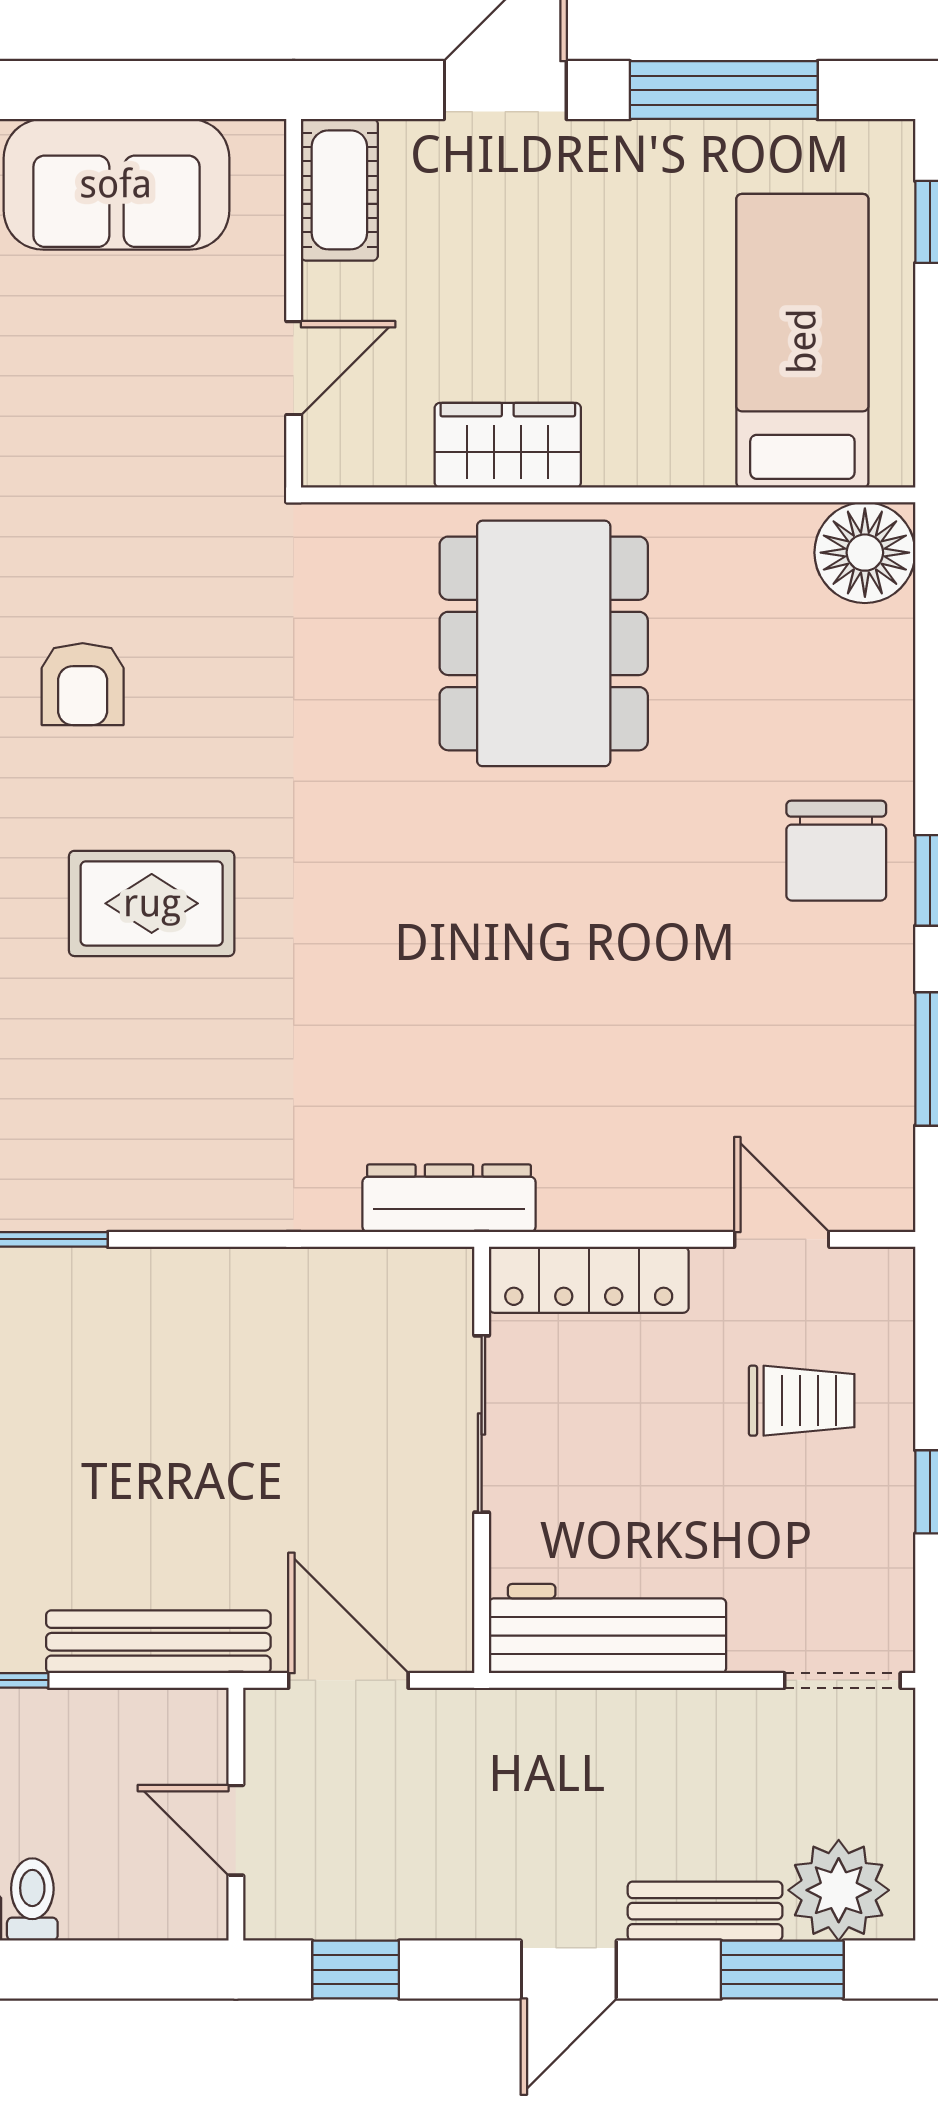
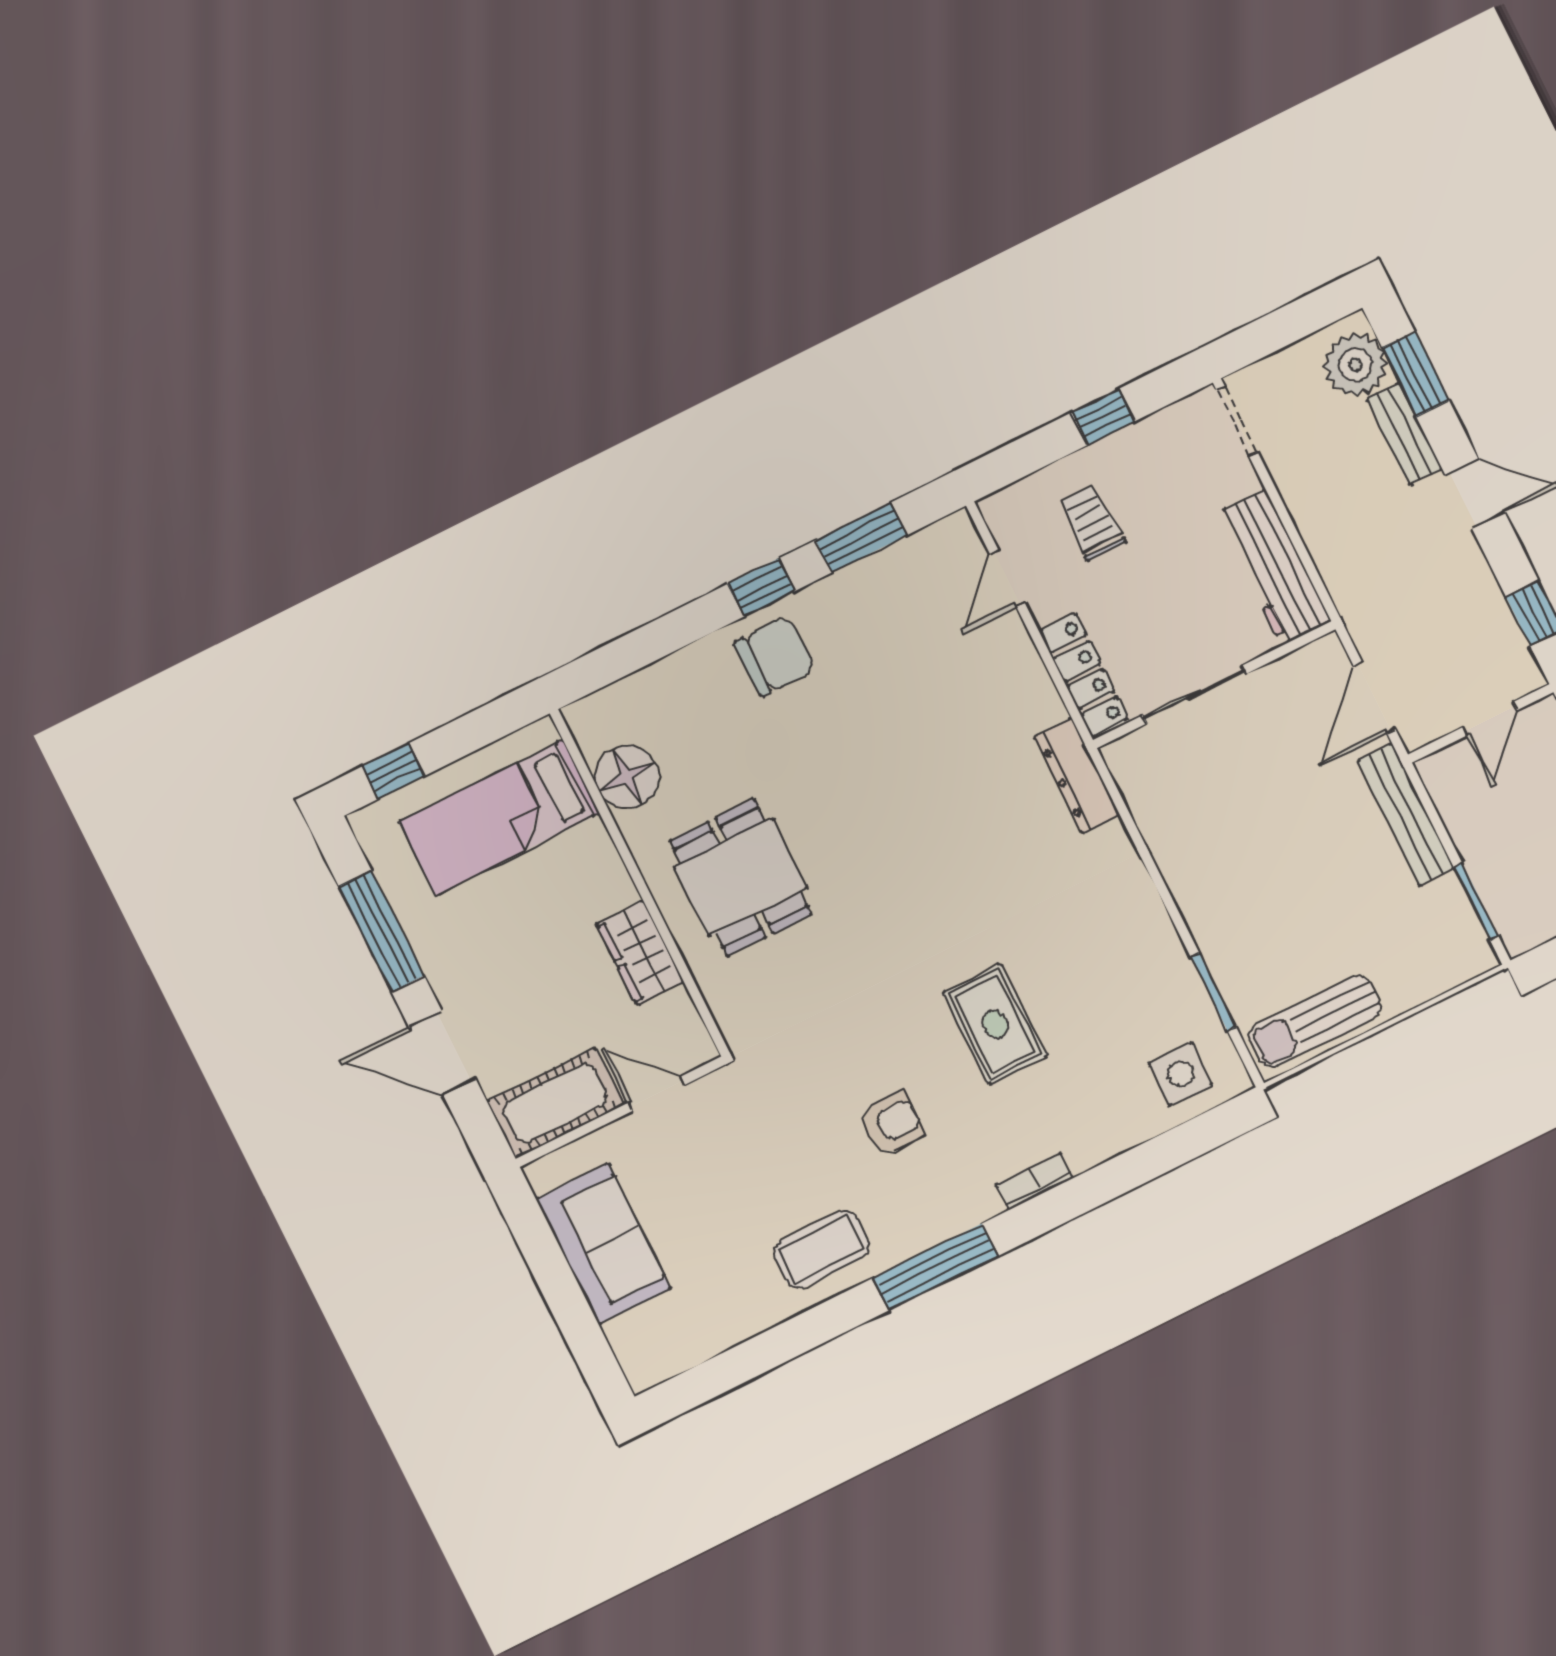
cot: (339, 190) -> (555, 1103), width x1.37, depth x1.34
floor lamp: (865, 553) -> (627, 777), moved
dining table: (544, 643) -> (741, 878), width x0.73

